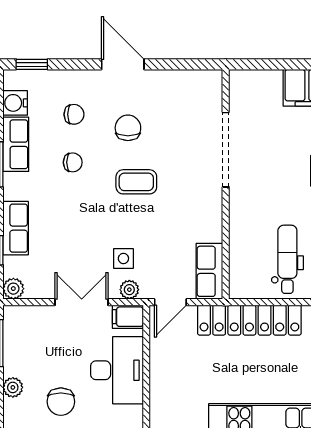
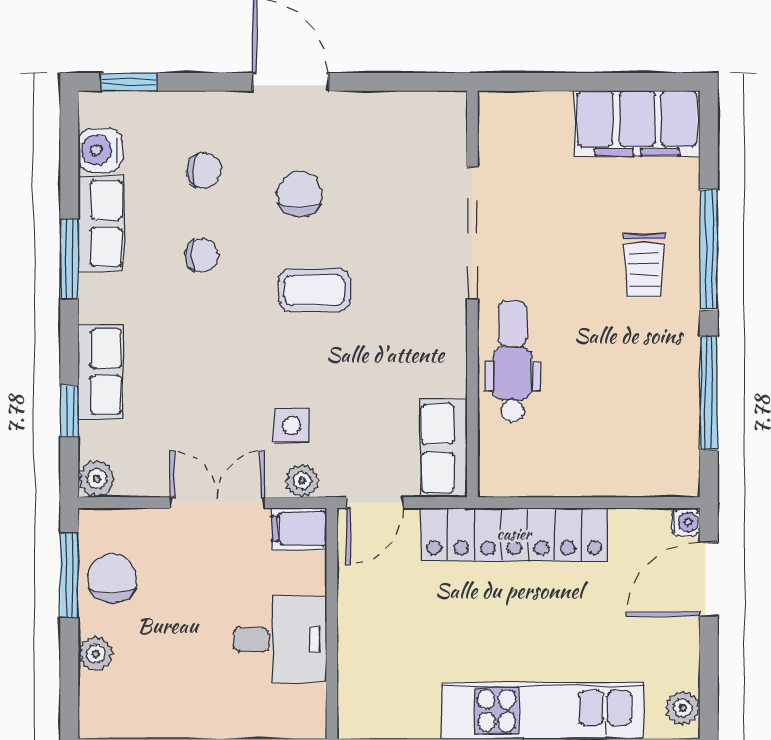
dental chair: (287, 259) -> (513, 361), moved
desk: (117, 370) -> (280, 639), width x0.73
chair: (61, 402) -> (112, 578), moved, turned 180

